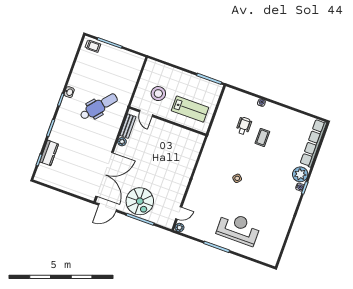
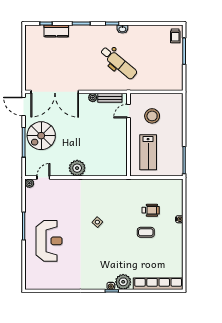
plant: (181, 179) -> (77, 168), added
door: (179, 213) -> (43, 178), swing flipped

